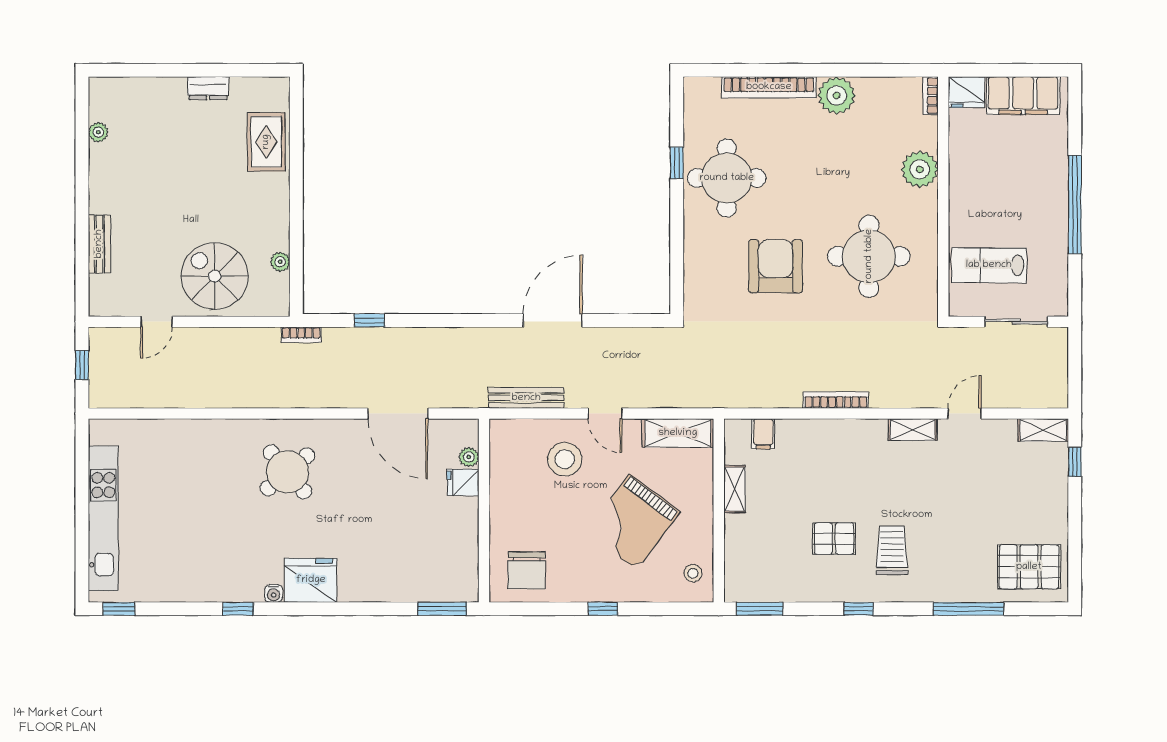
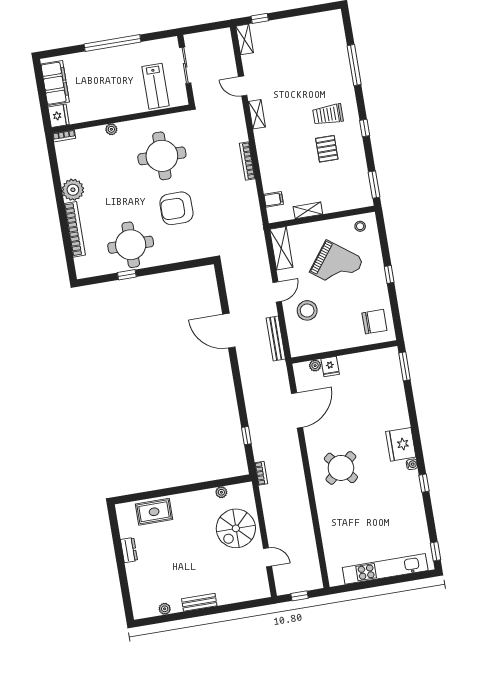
plant: (920, 169) -> (111, 129), width x0.53, depth x0.53
bench: (99, 244) -> (199, 602), moved
pallet: (1029, 567) -> (324, 34), removed

